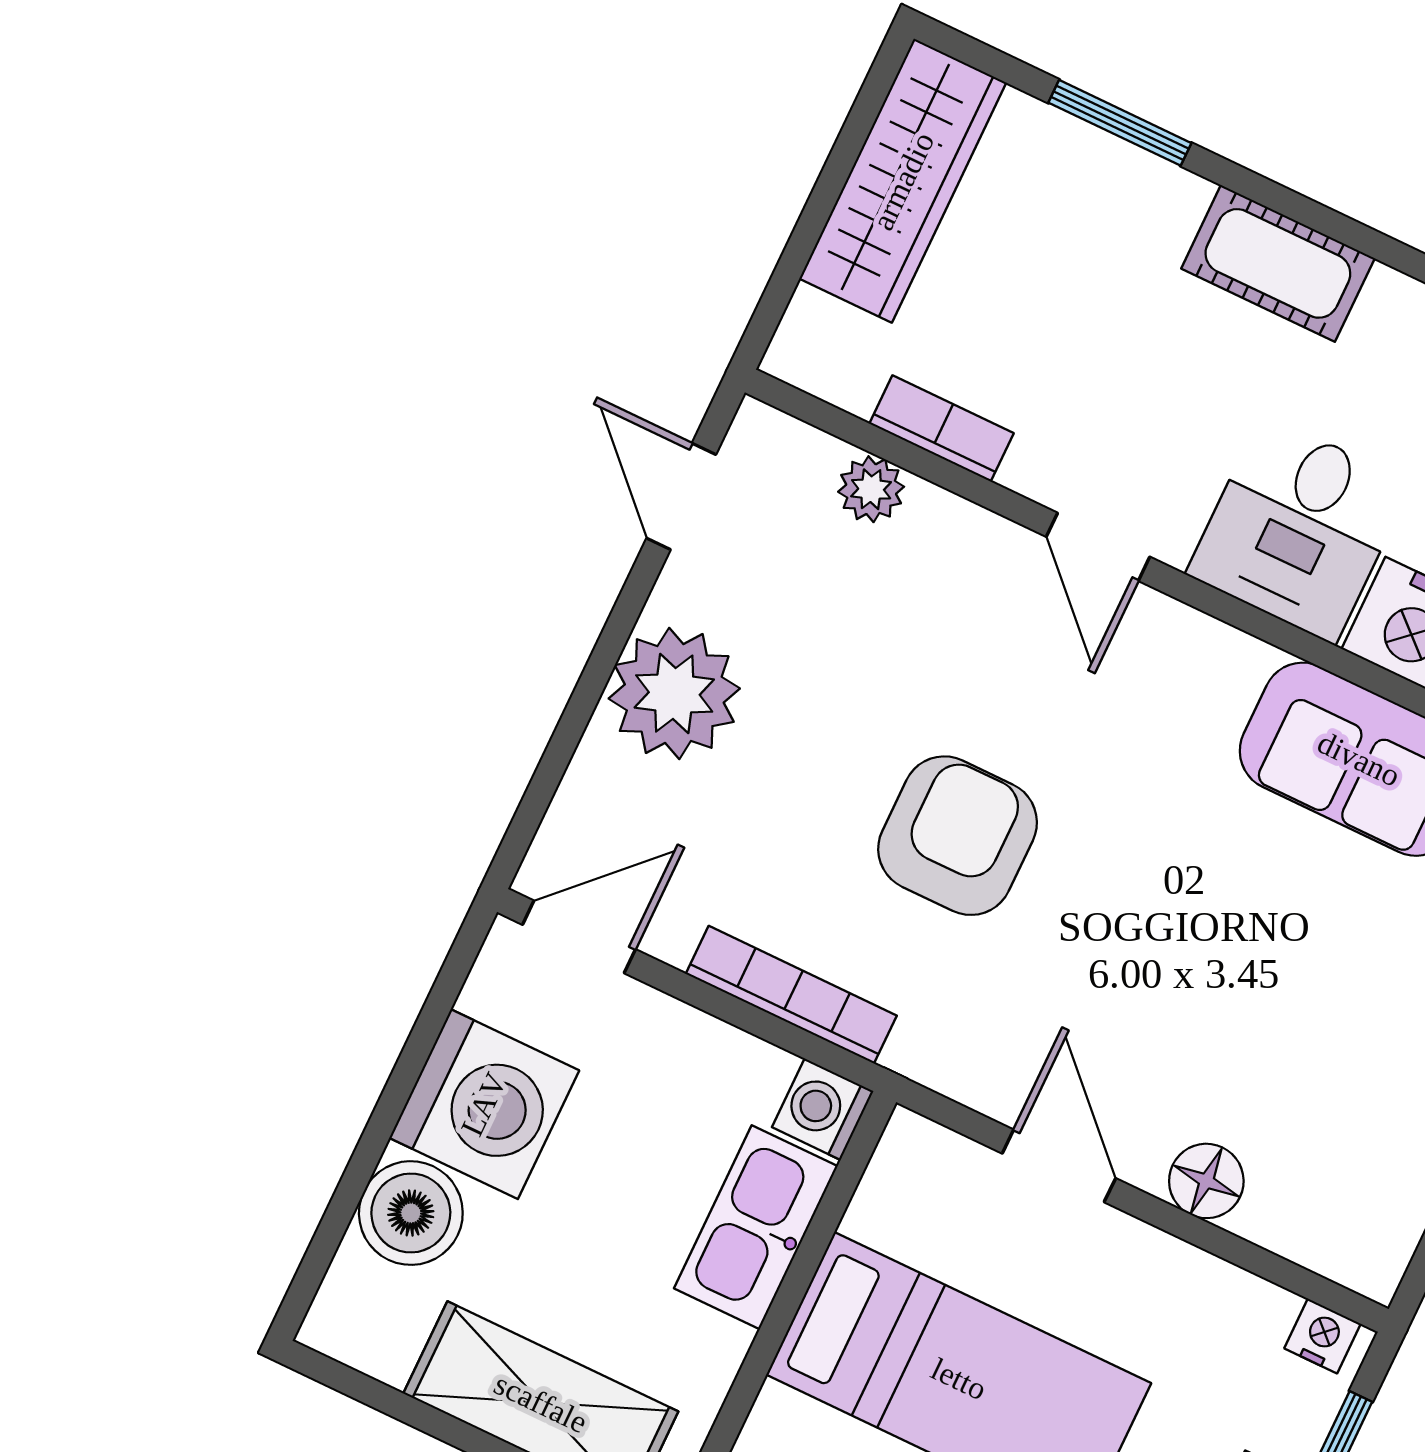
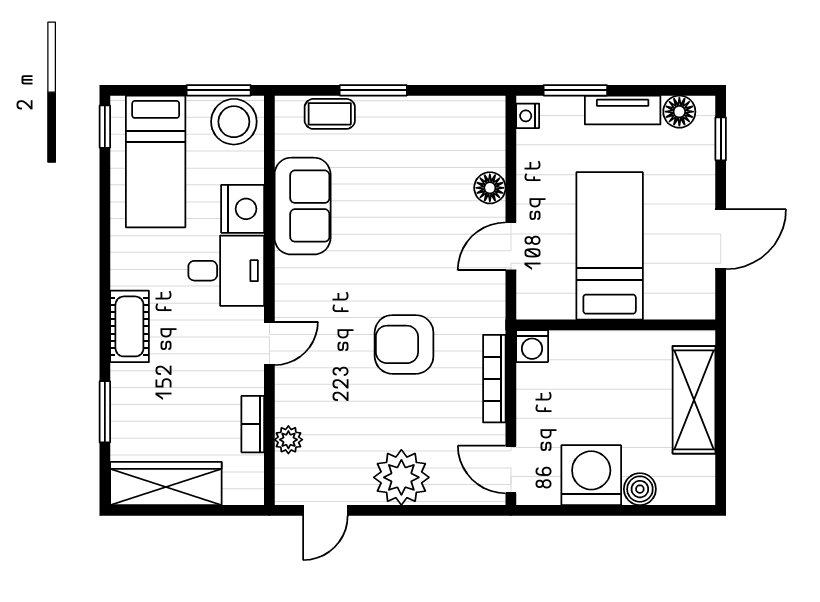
boiler: (411, 1213) -> (640, 489), width x0.73, depth x0.73
kitchen sink: (756, 1227) -> (589, 350), removed

